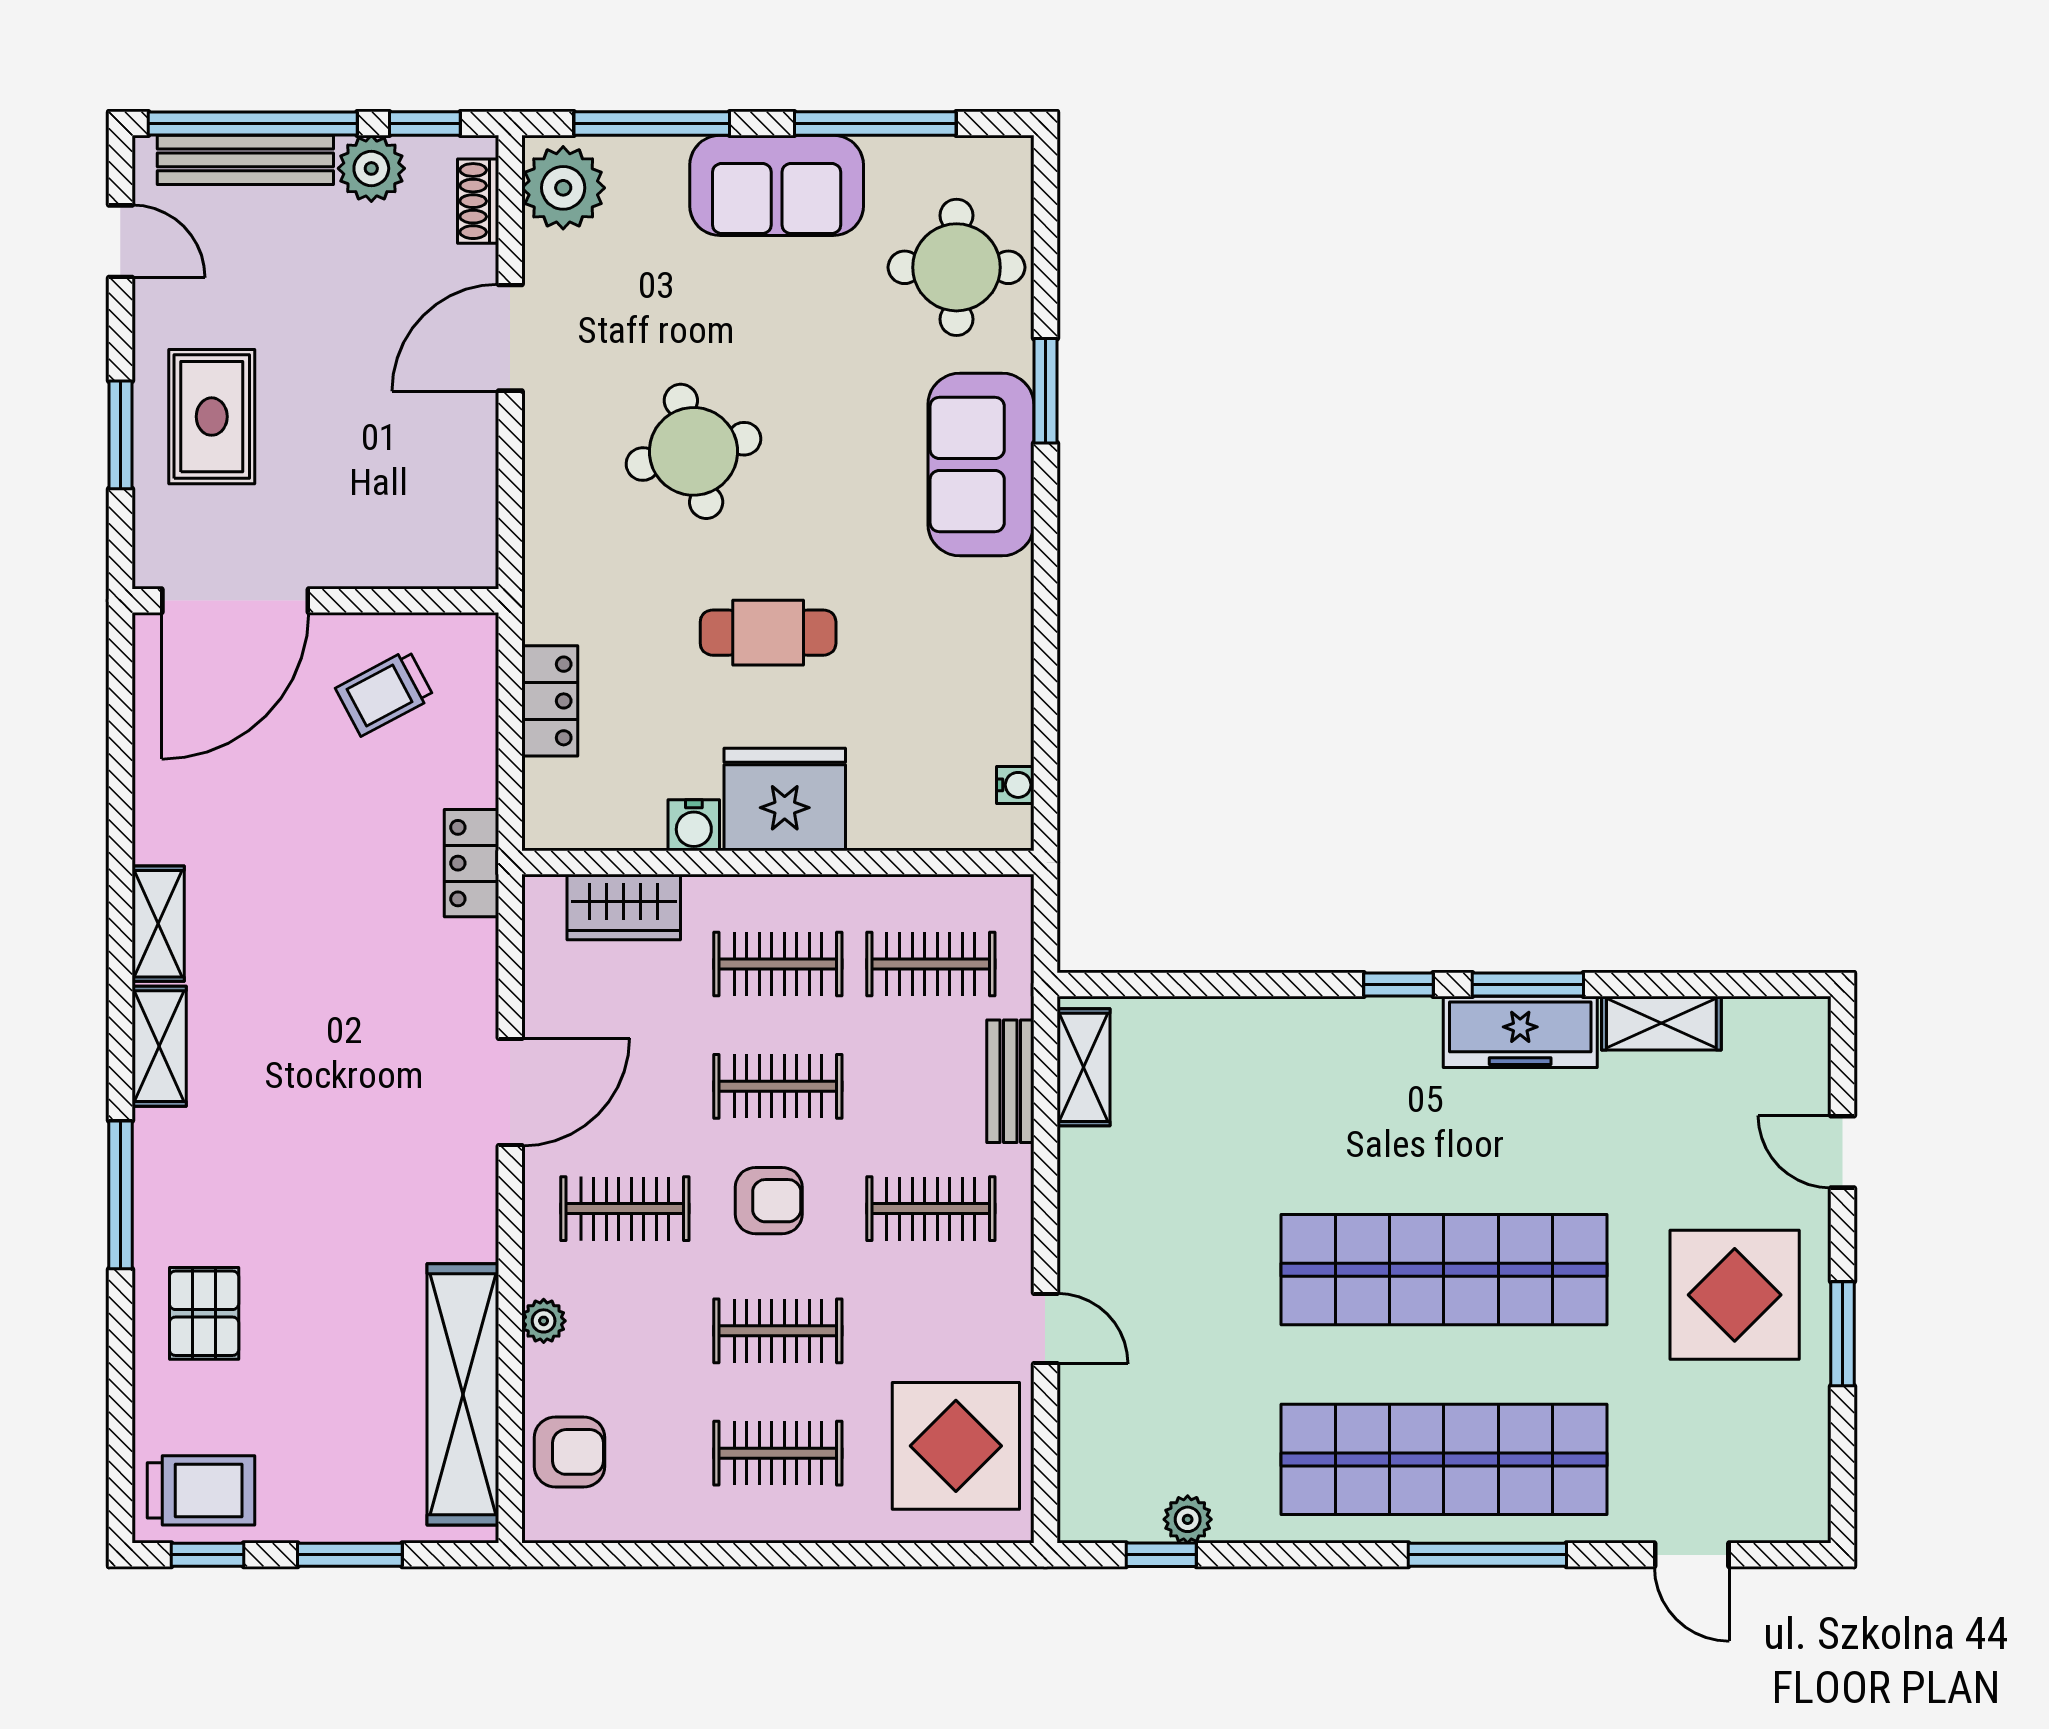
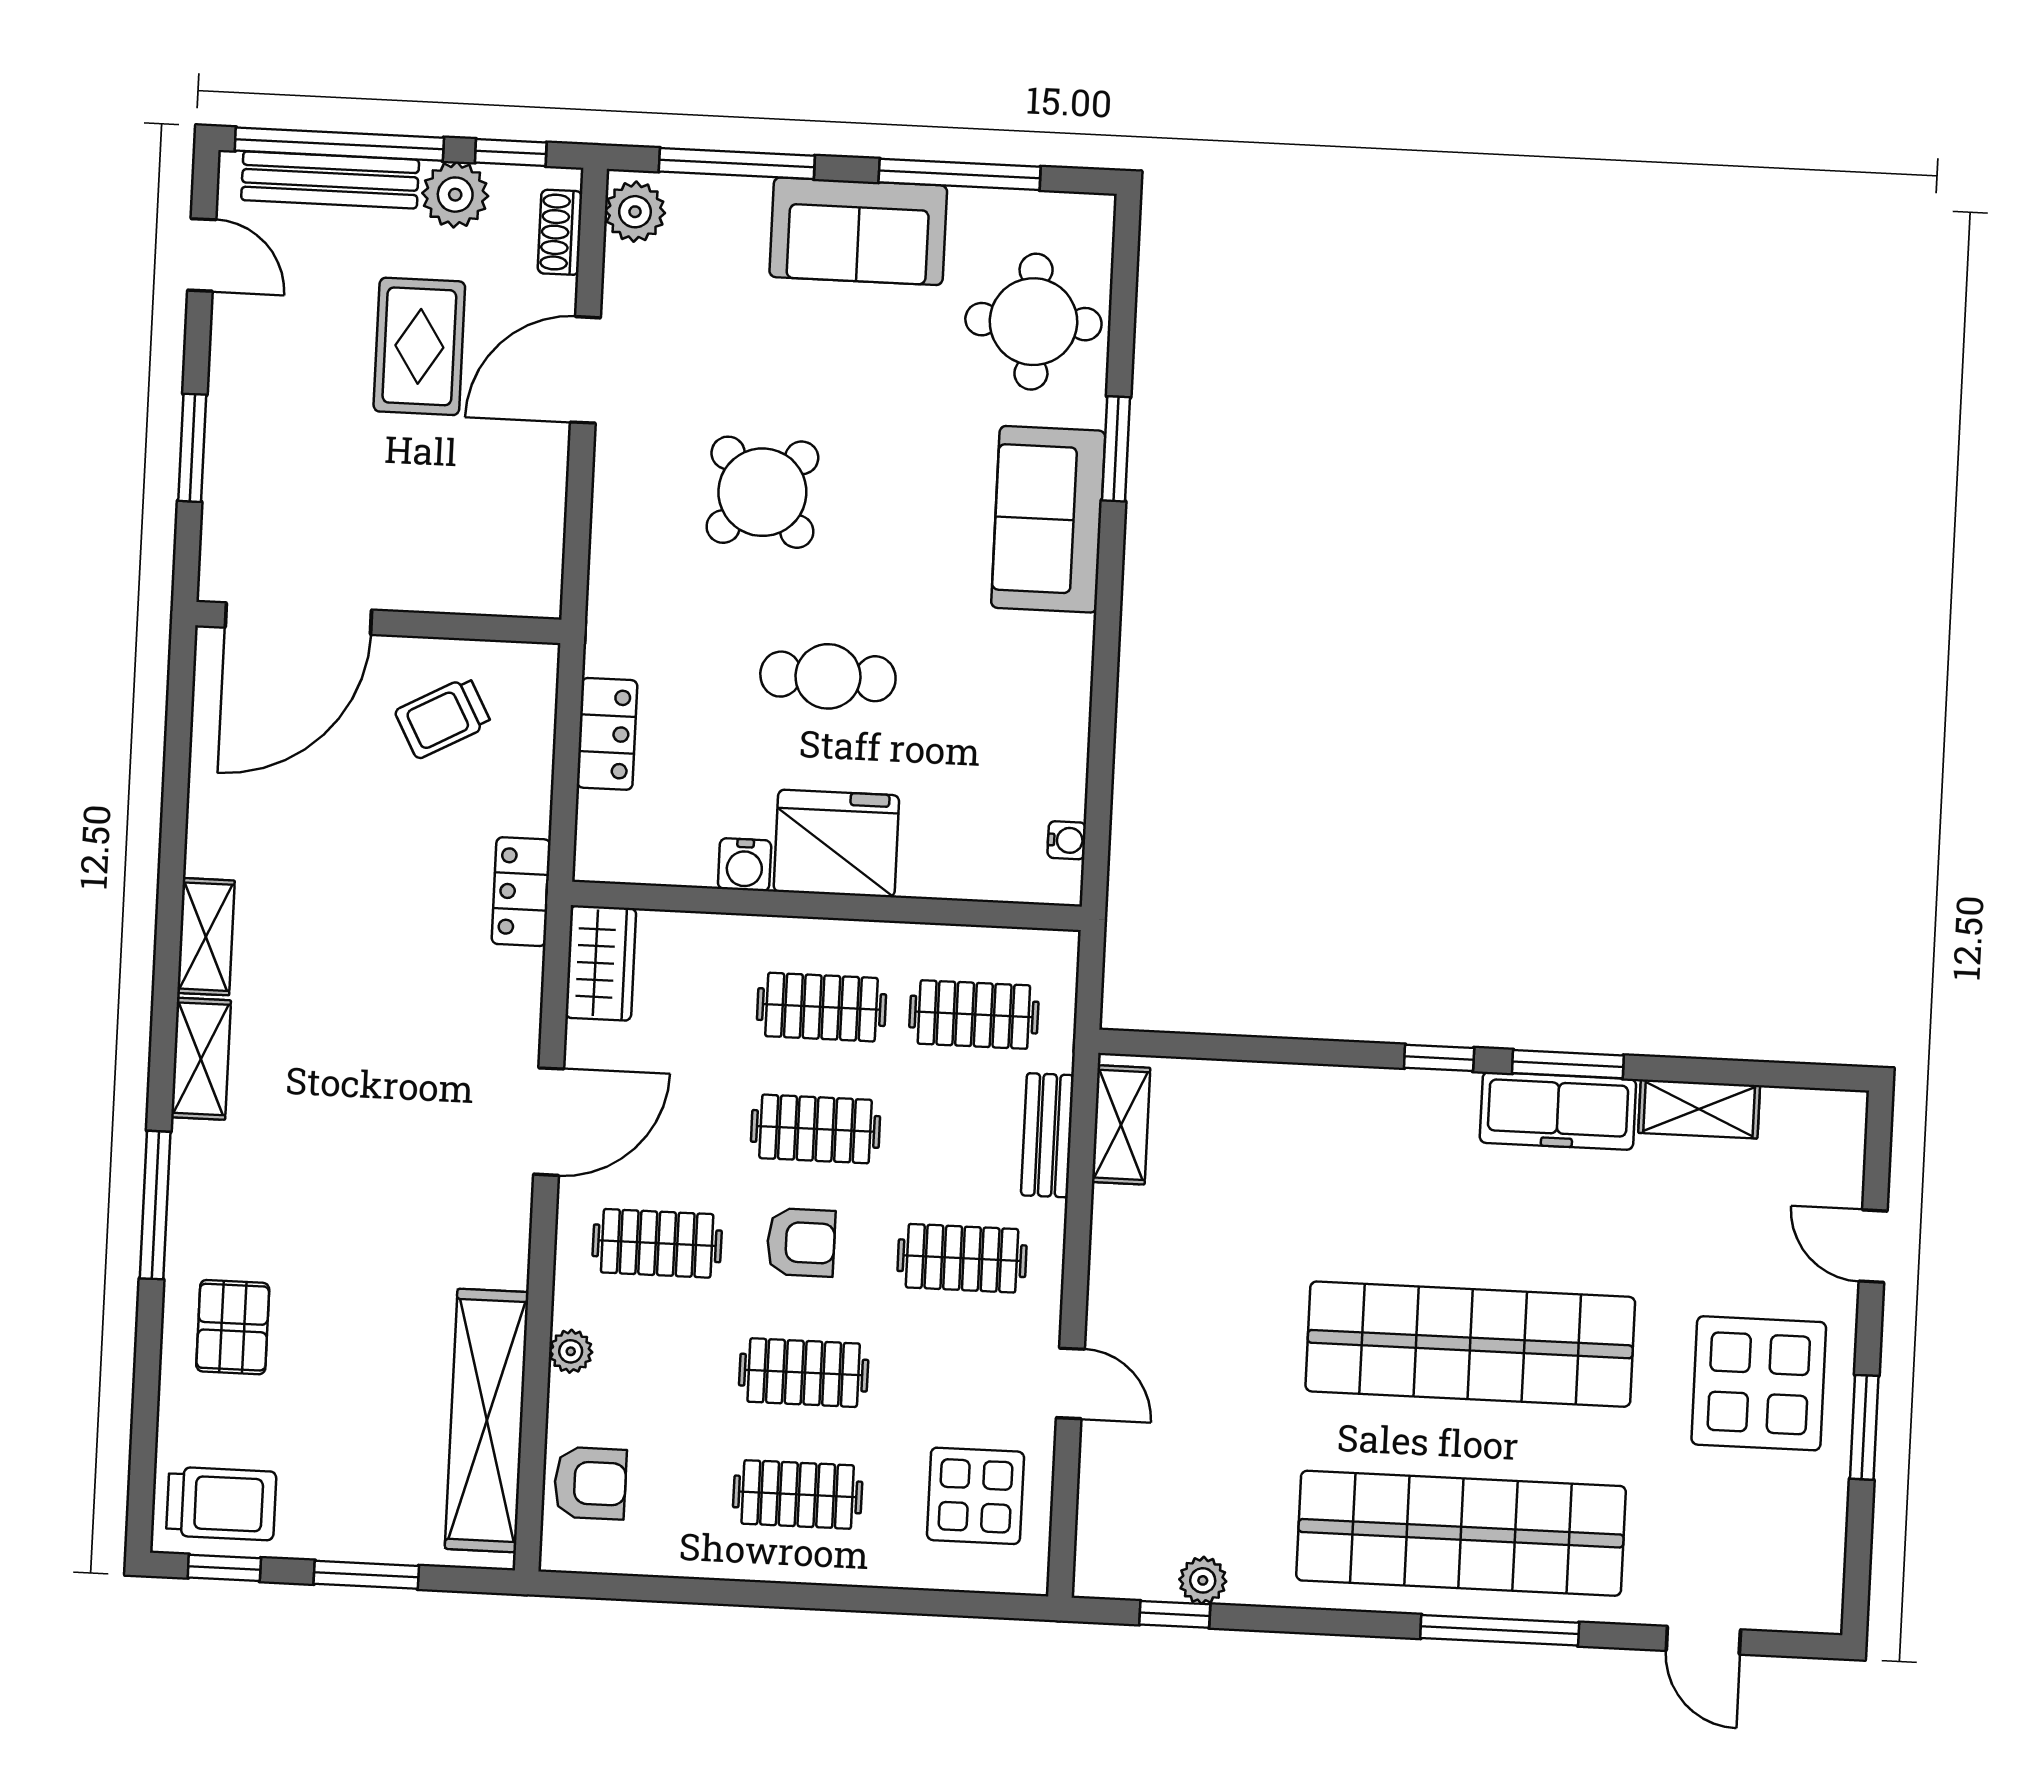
plant: (563, 188) -> (635, 212), width x0.73, depth x0.73
rug: (212, 417) -> (419, 346), moved
round table: (693, 451) -> (762, 492), turned -30
wardrobe: (624, 907) -> (601, 963), moved, turned -90
display table: (956, 1446) -> (975, 1496), width x0.73, depth x0.73

